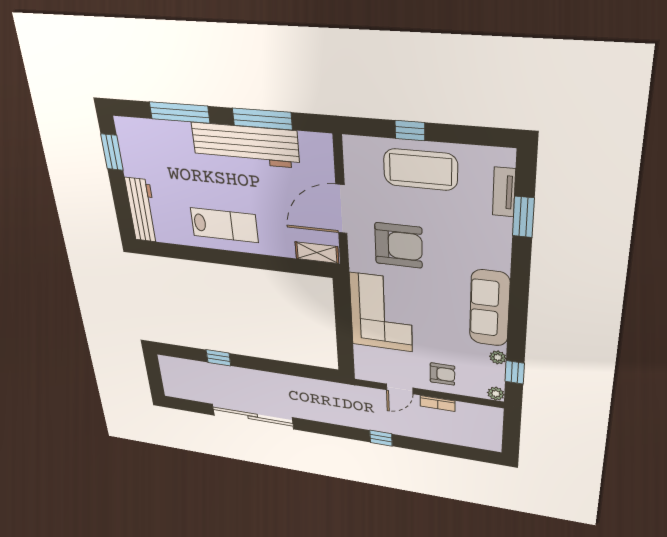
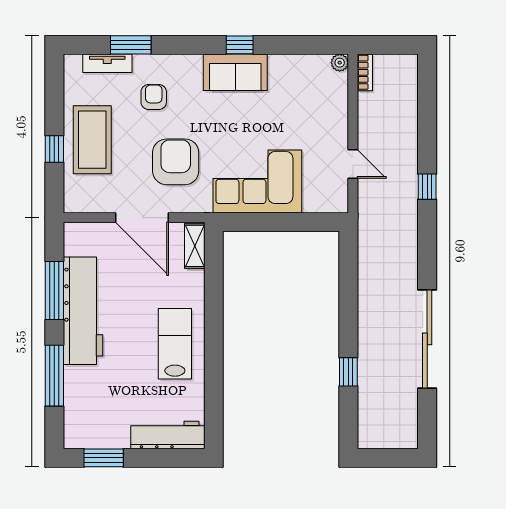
sofa: (490, 308) -> (235, 72), width x0.73
plant: (498, 357) -> (293, 62), removed
window: (515, 372) -> (240, 45), moved
armchair: (442, 374) -> (154, 97), moved
bookcase: (438, 404) -> (365, 72), moved

